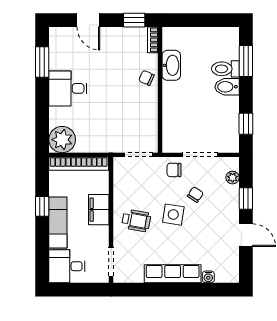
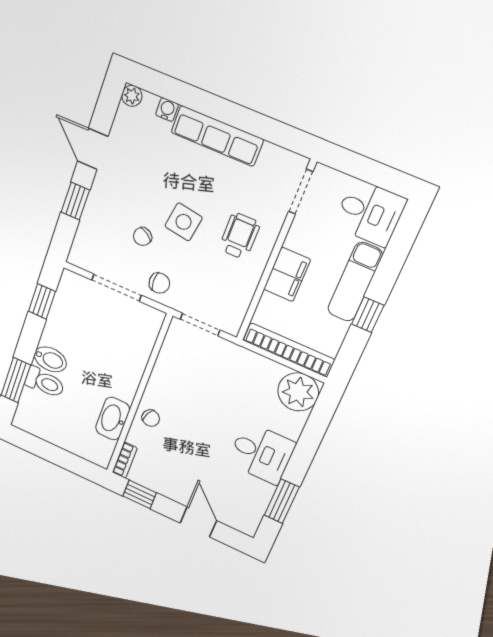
plant: (233, 178) -> (132, 96), moved
wheelchair: (136, 220) -> (239, 236), turned 80

